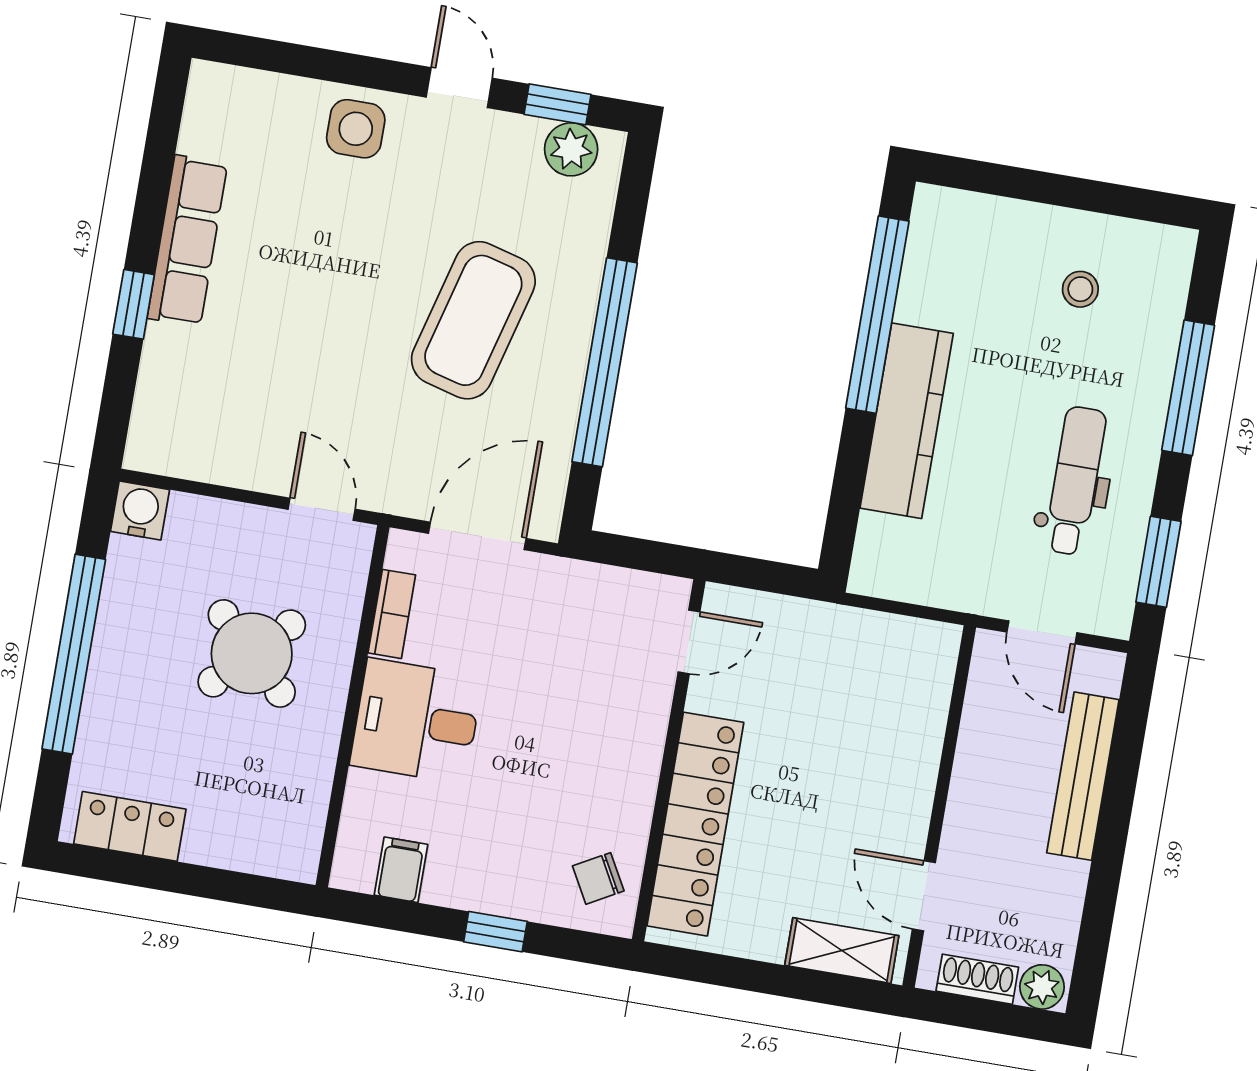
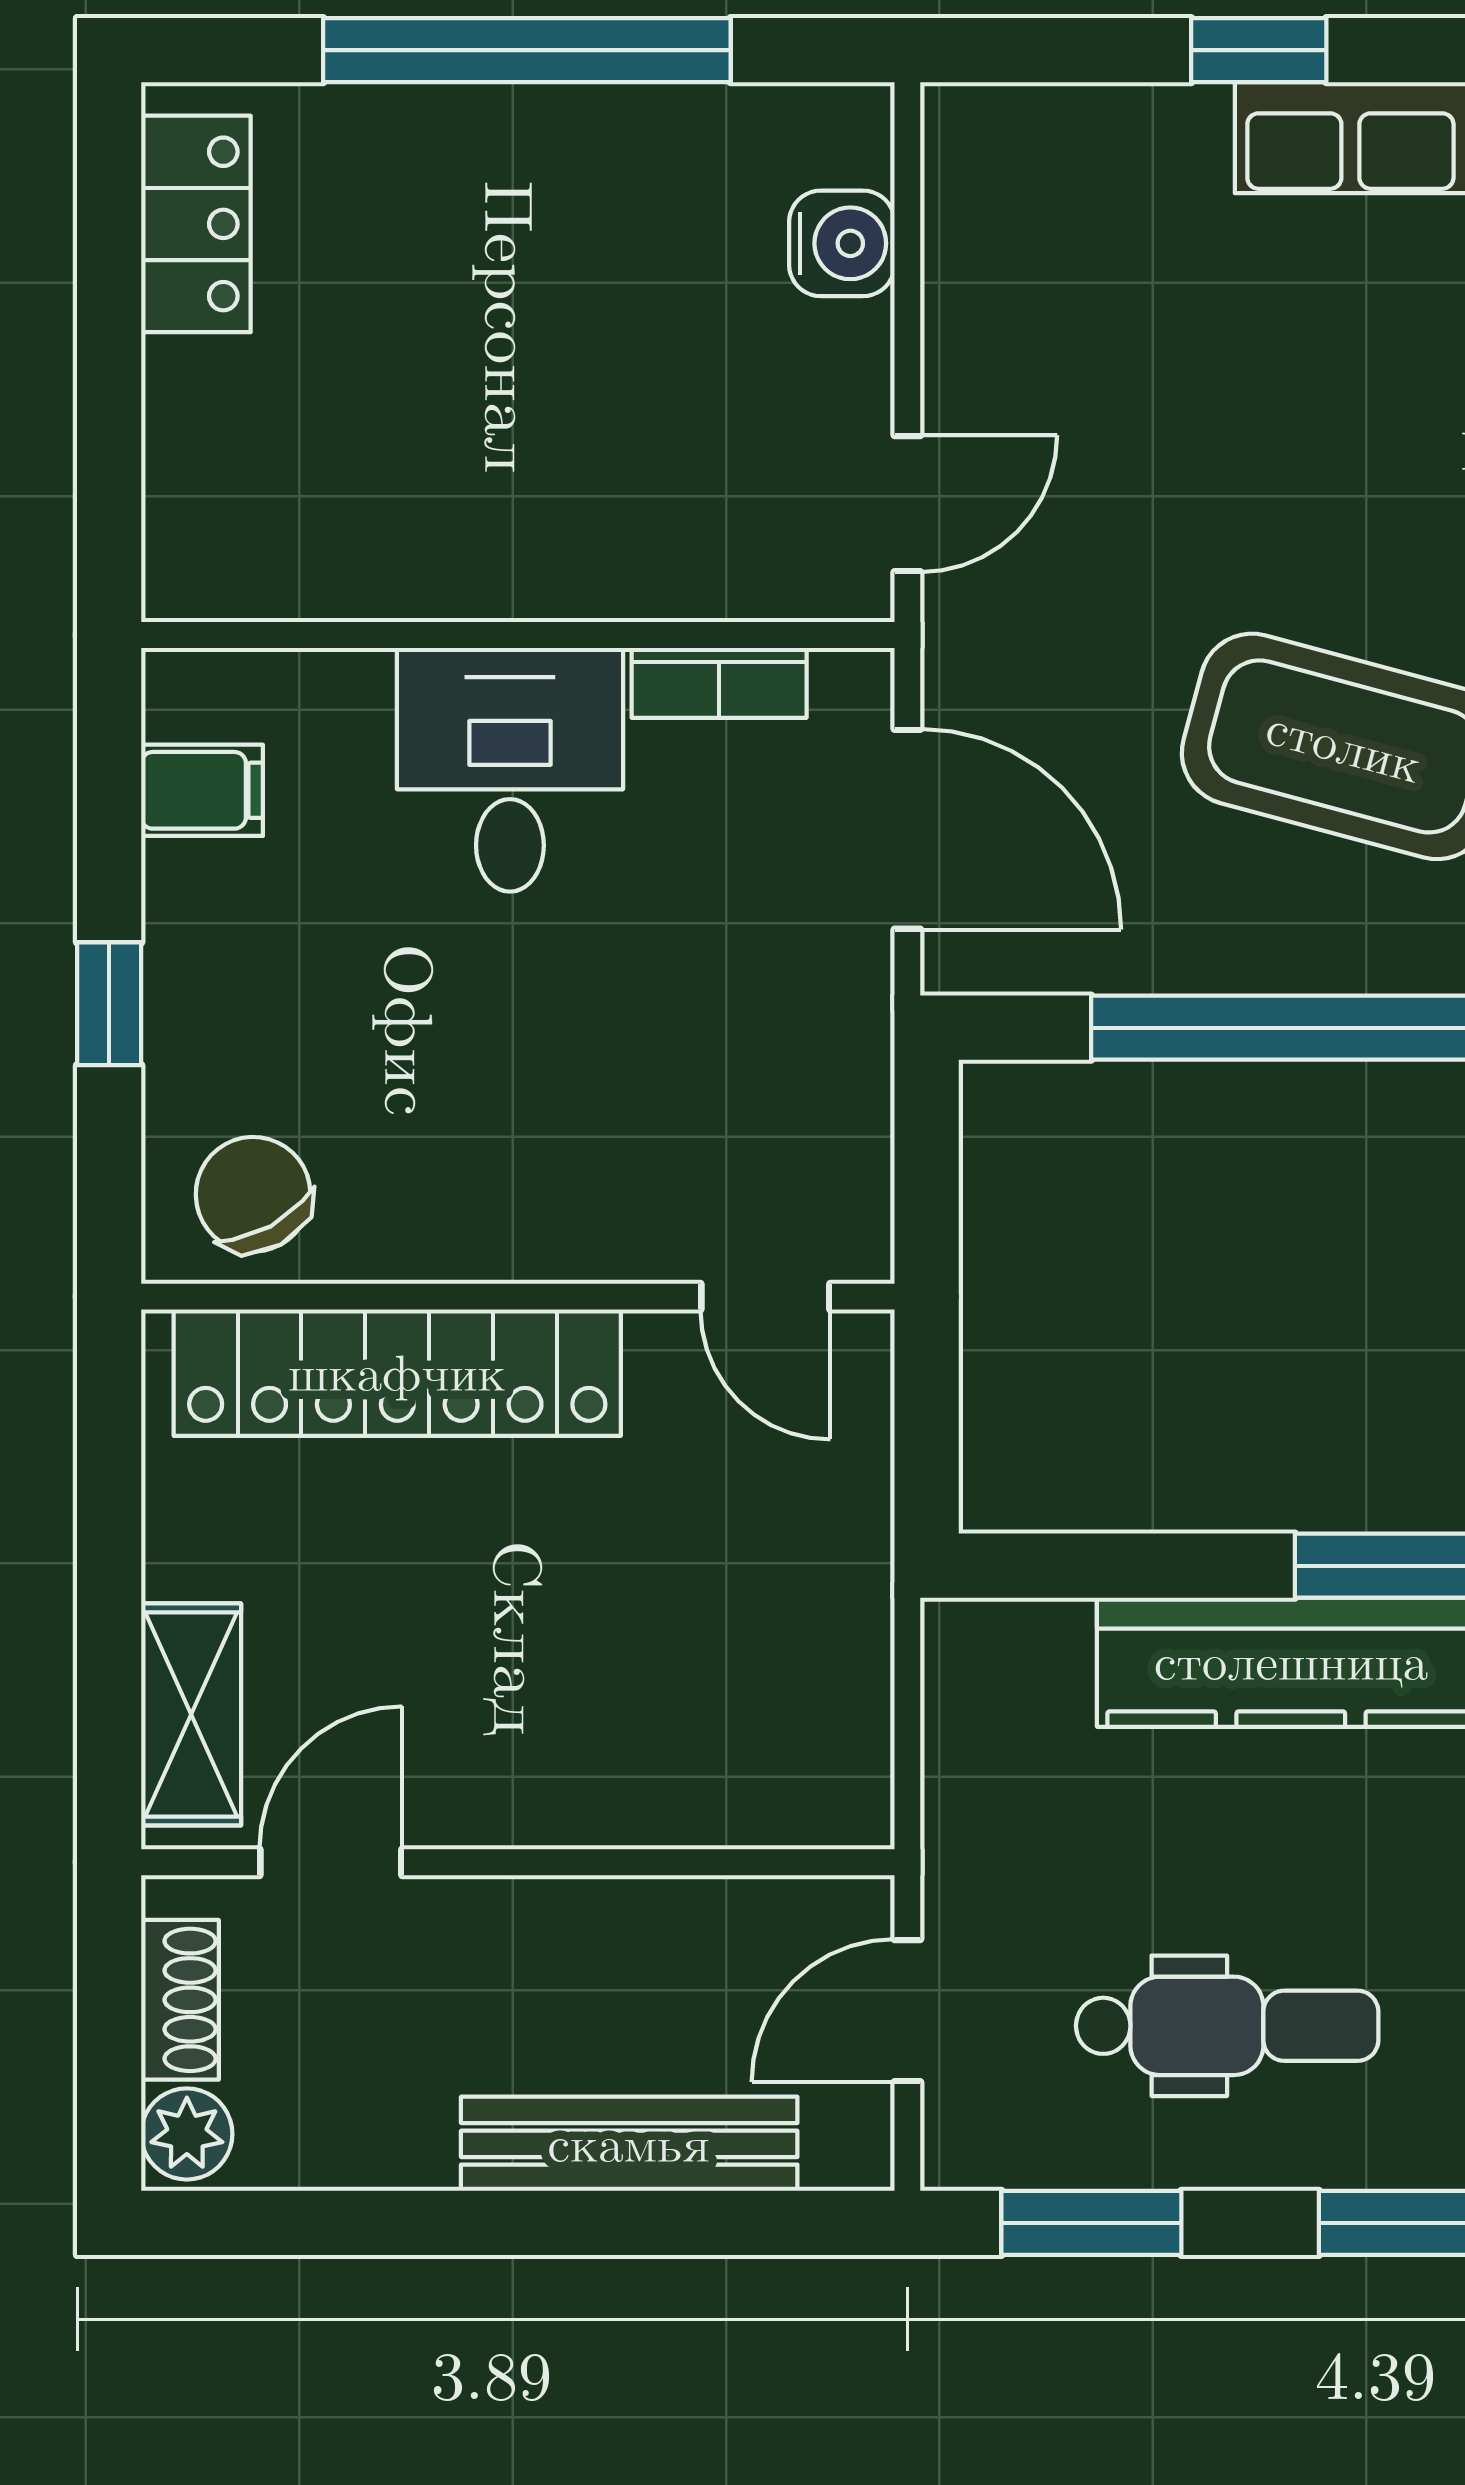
water cooler: (140, 510) -> (842, 243), moved
round table: (252, 653) -> (590, 412), removed
chair: (598, 878) -> (253, 1194), width x1.37, depth x1.37

